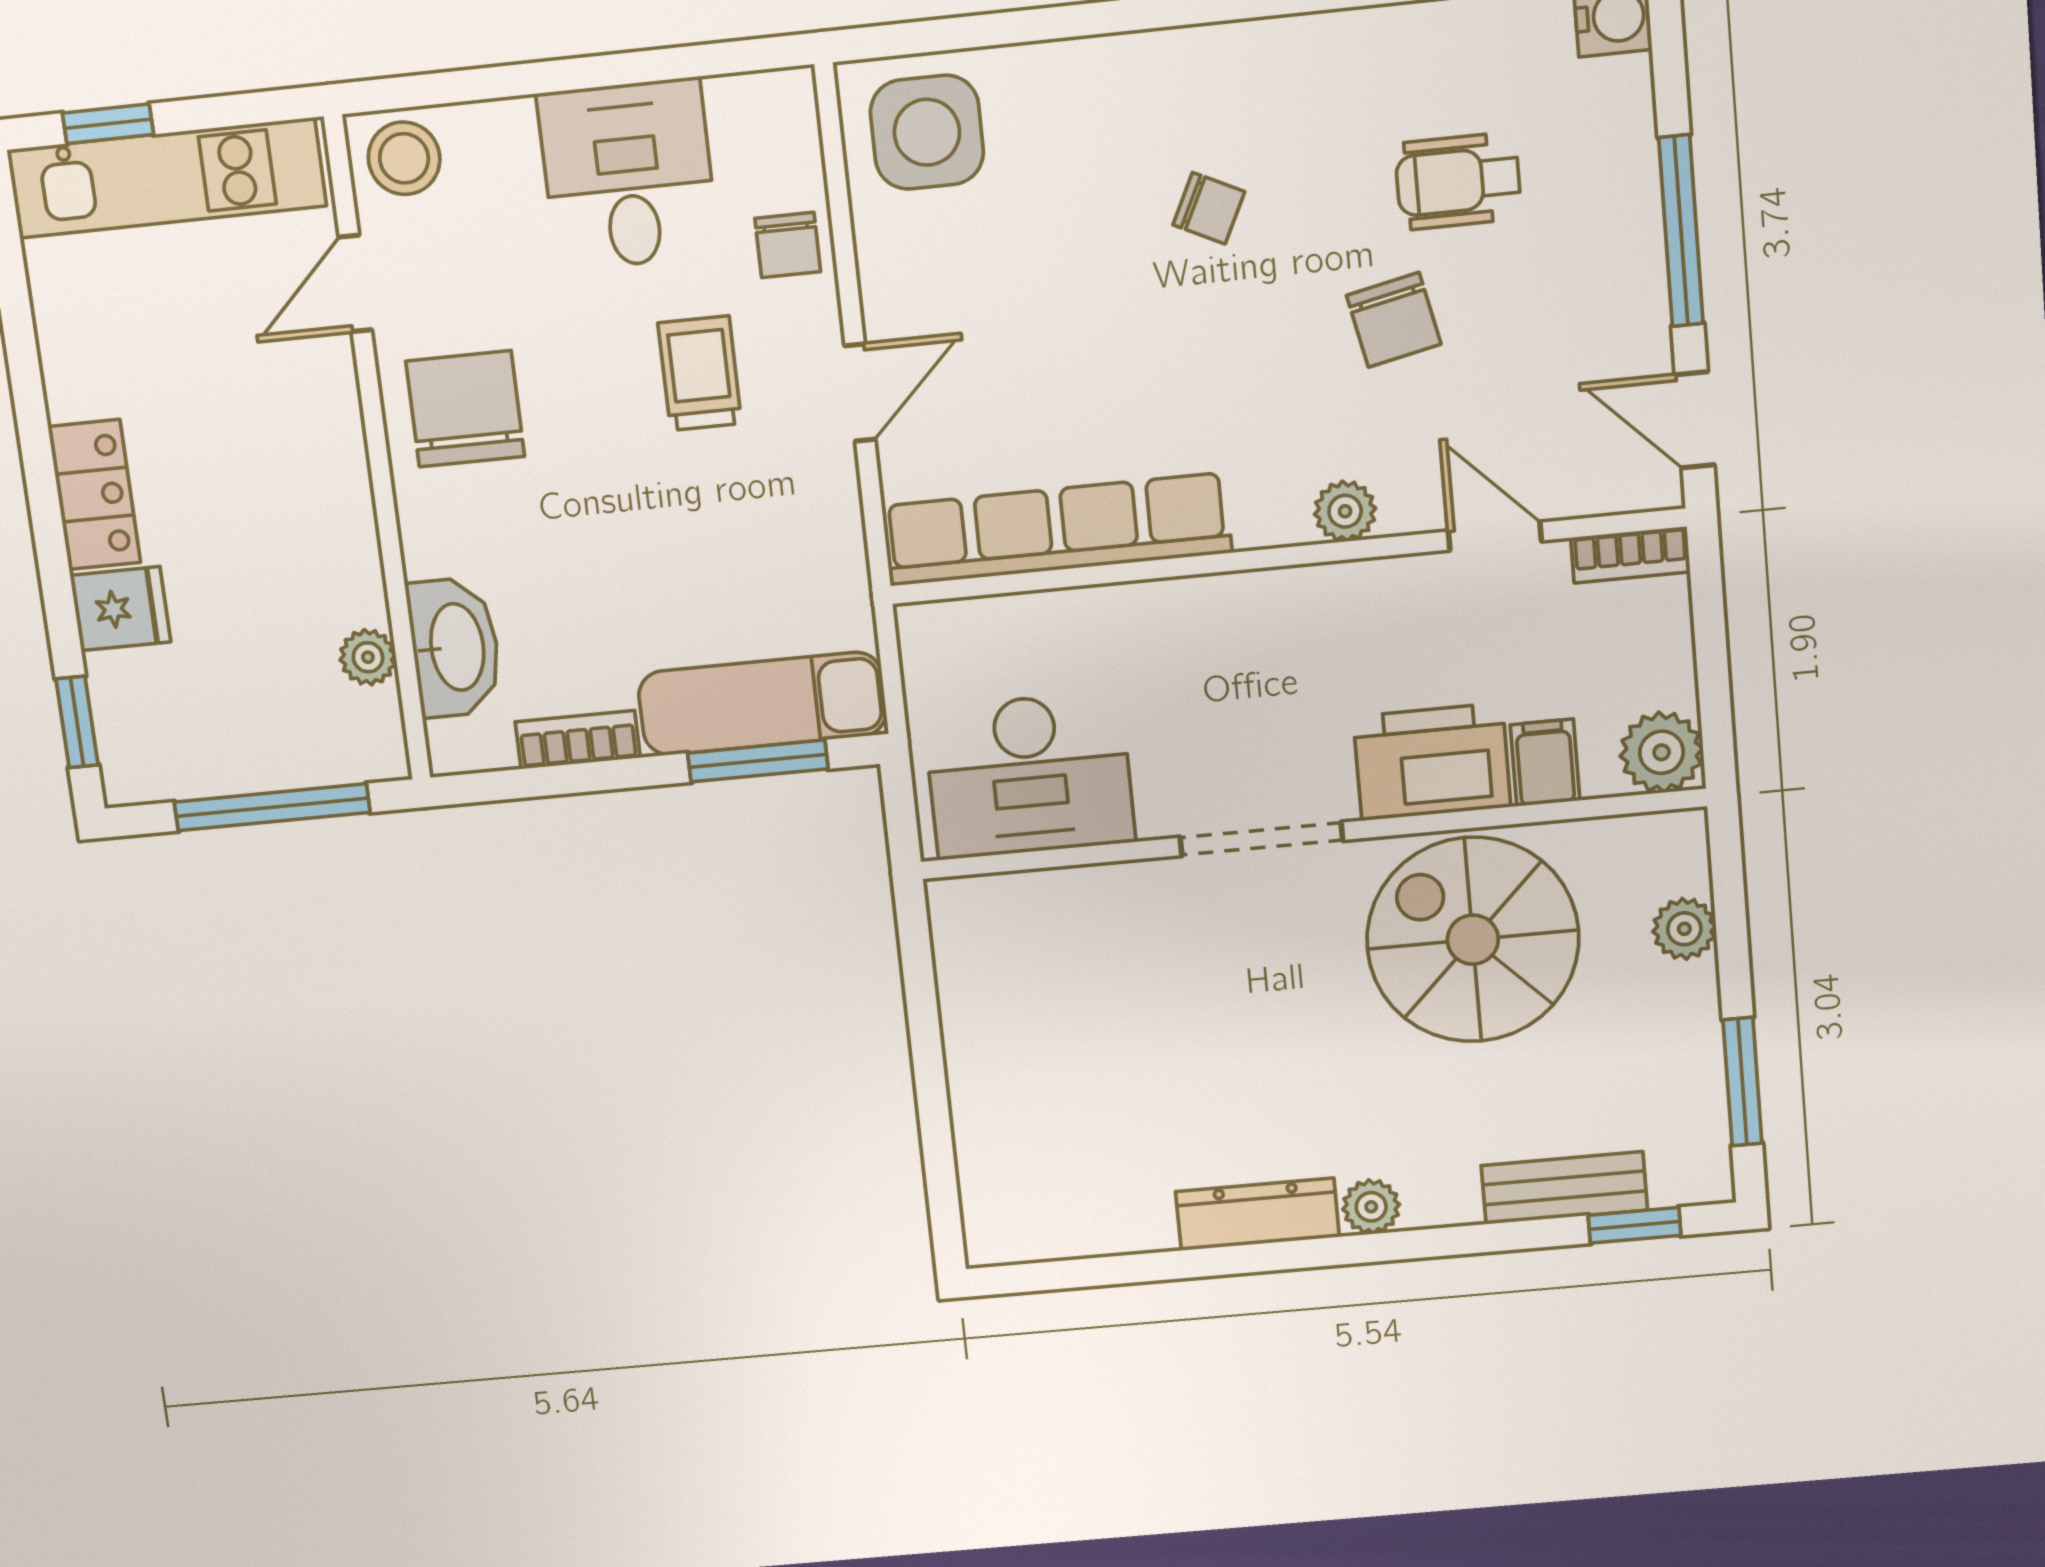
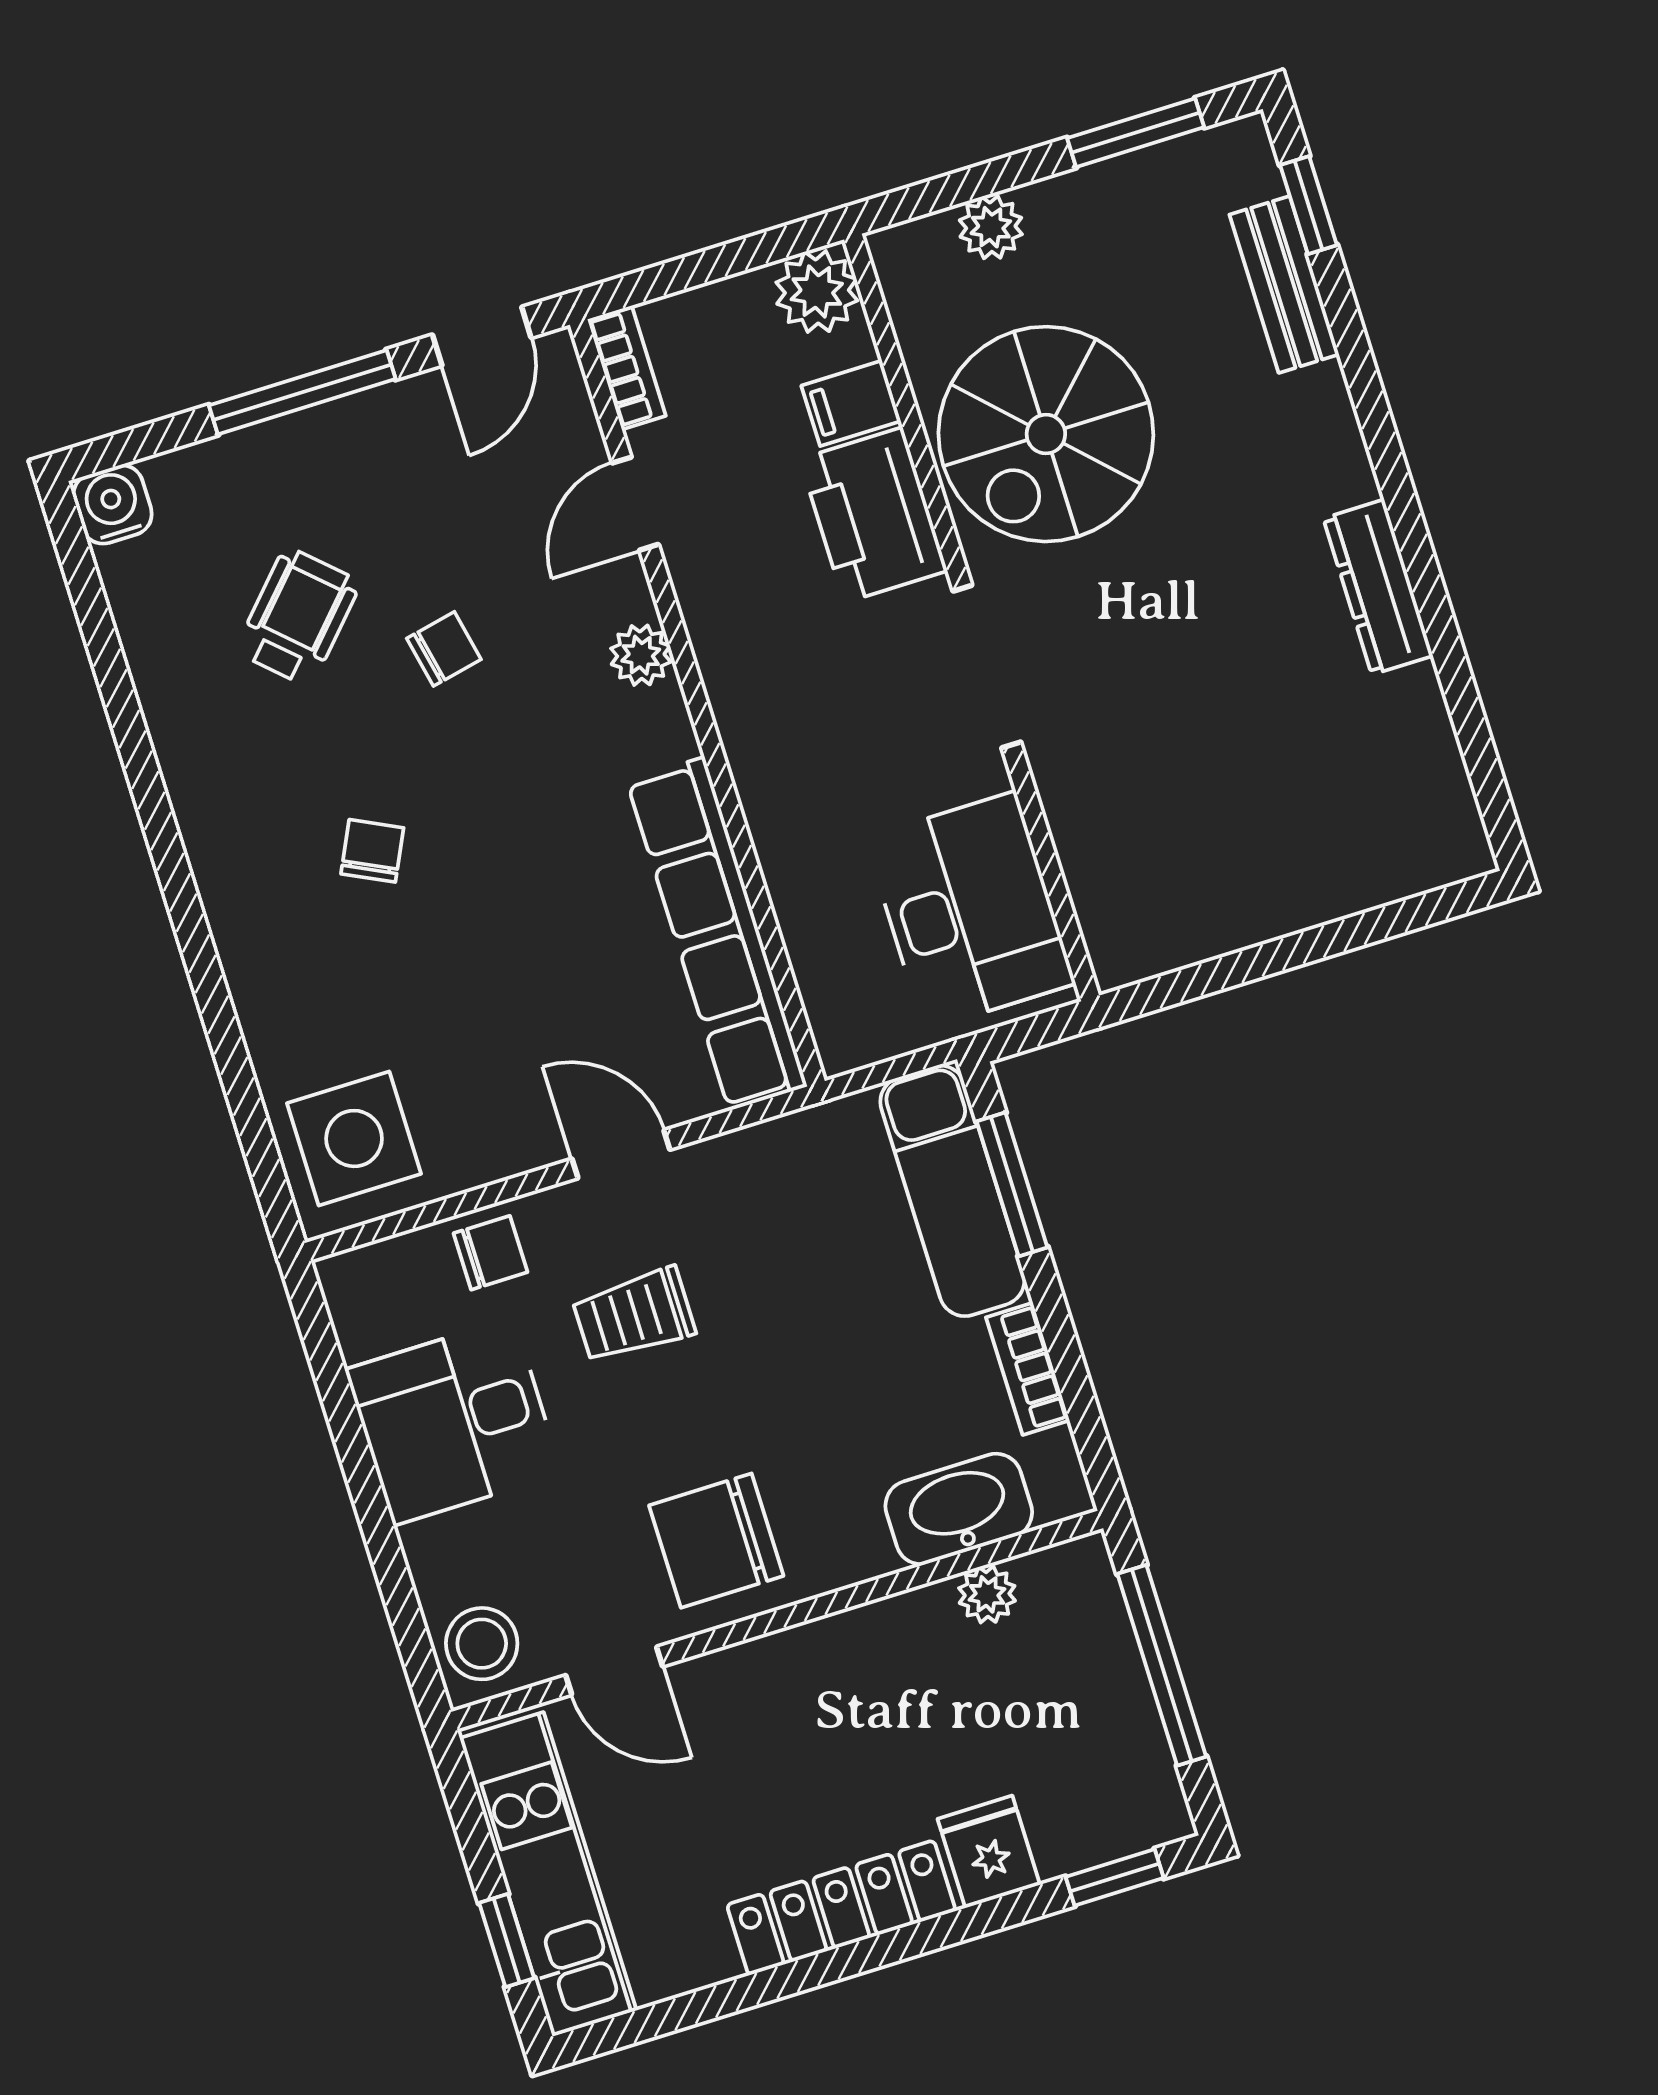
wheelchair: (1458, 181) -> (298, 617), turned -137
chair: (1394, 320) -> (444, 649), width x0.73, depth x0.73
locker: (94, 495) -> (841, 1908), width x1.53
plant: (1371, 1207) -> (1346, 474), removed

